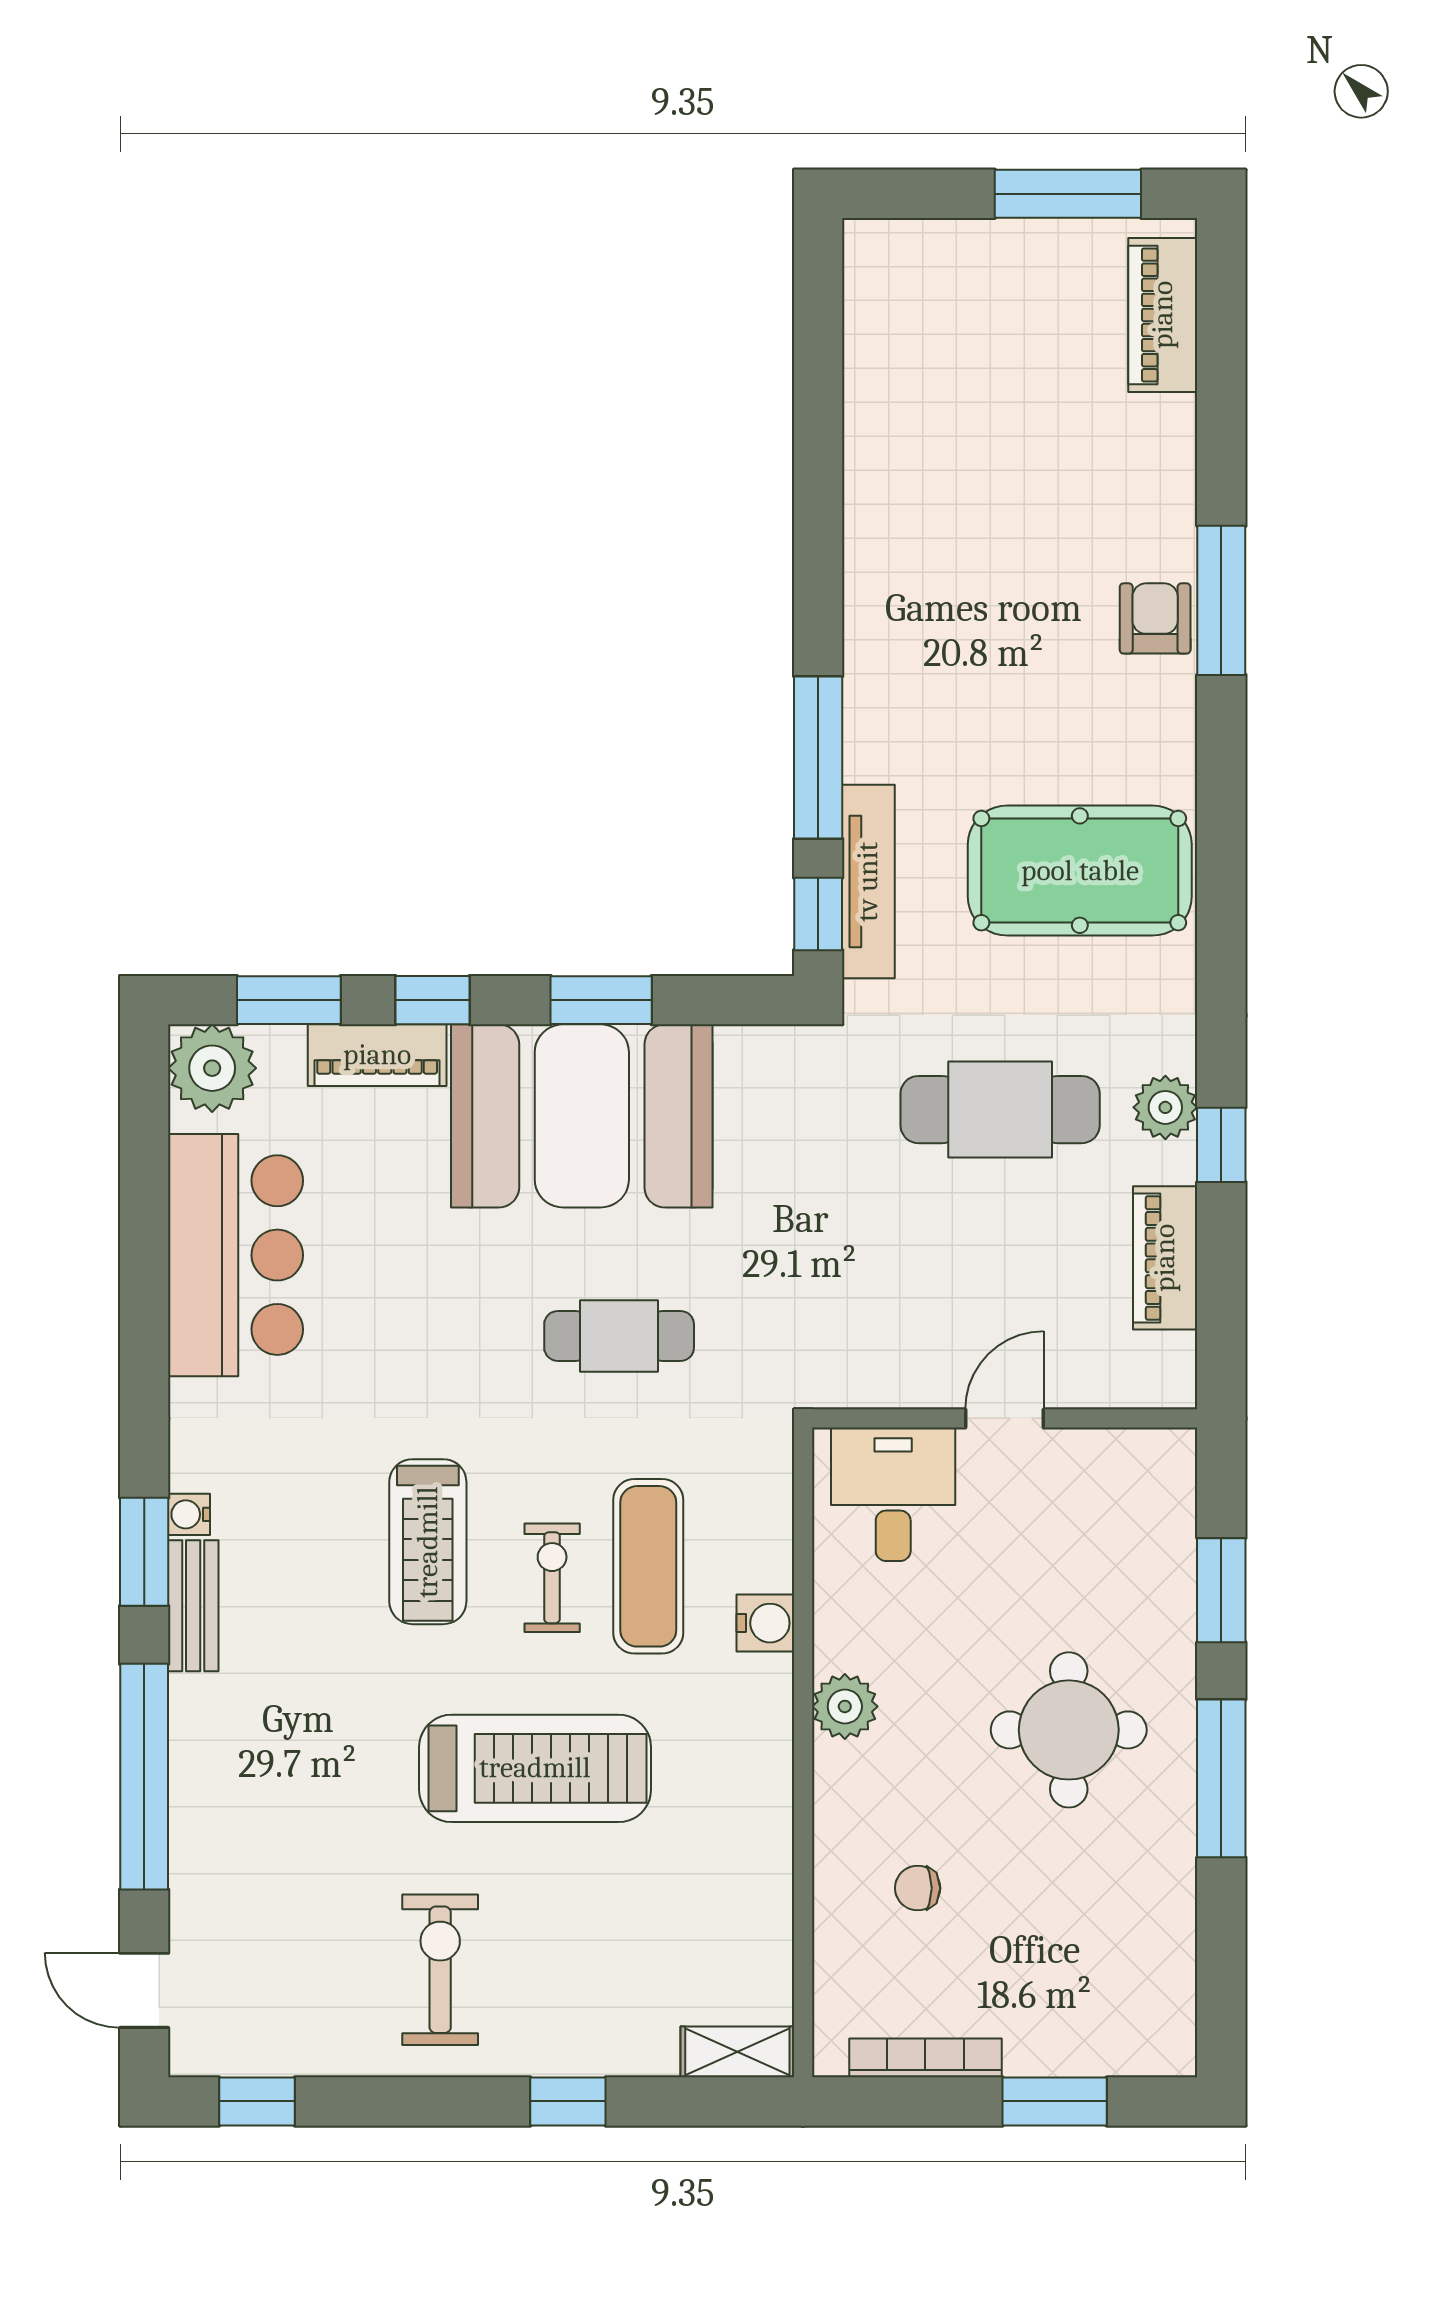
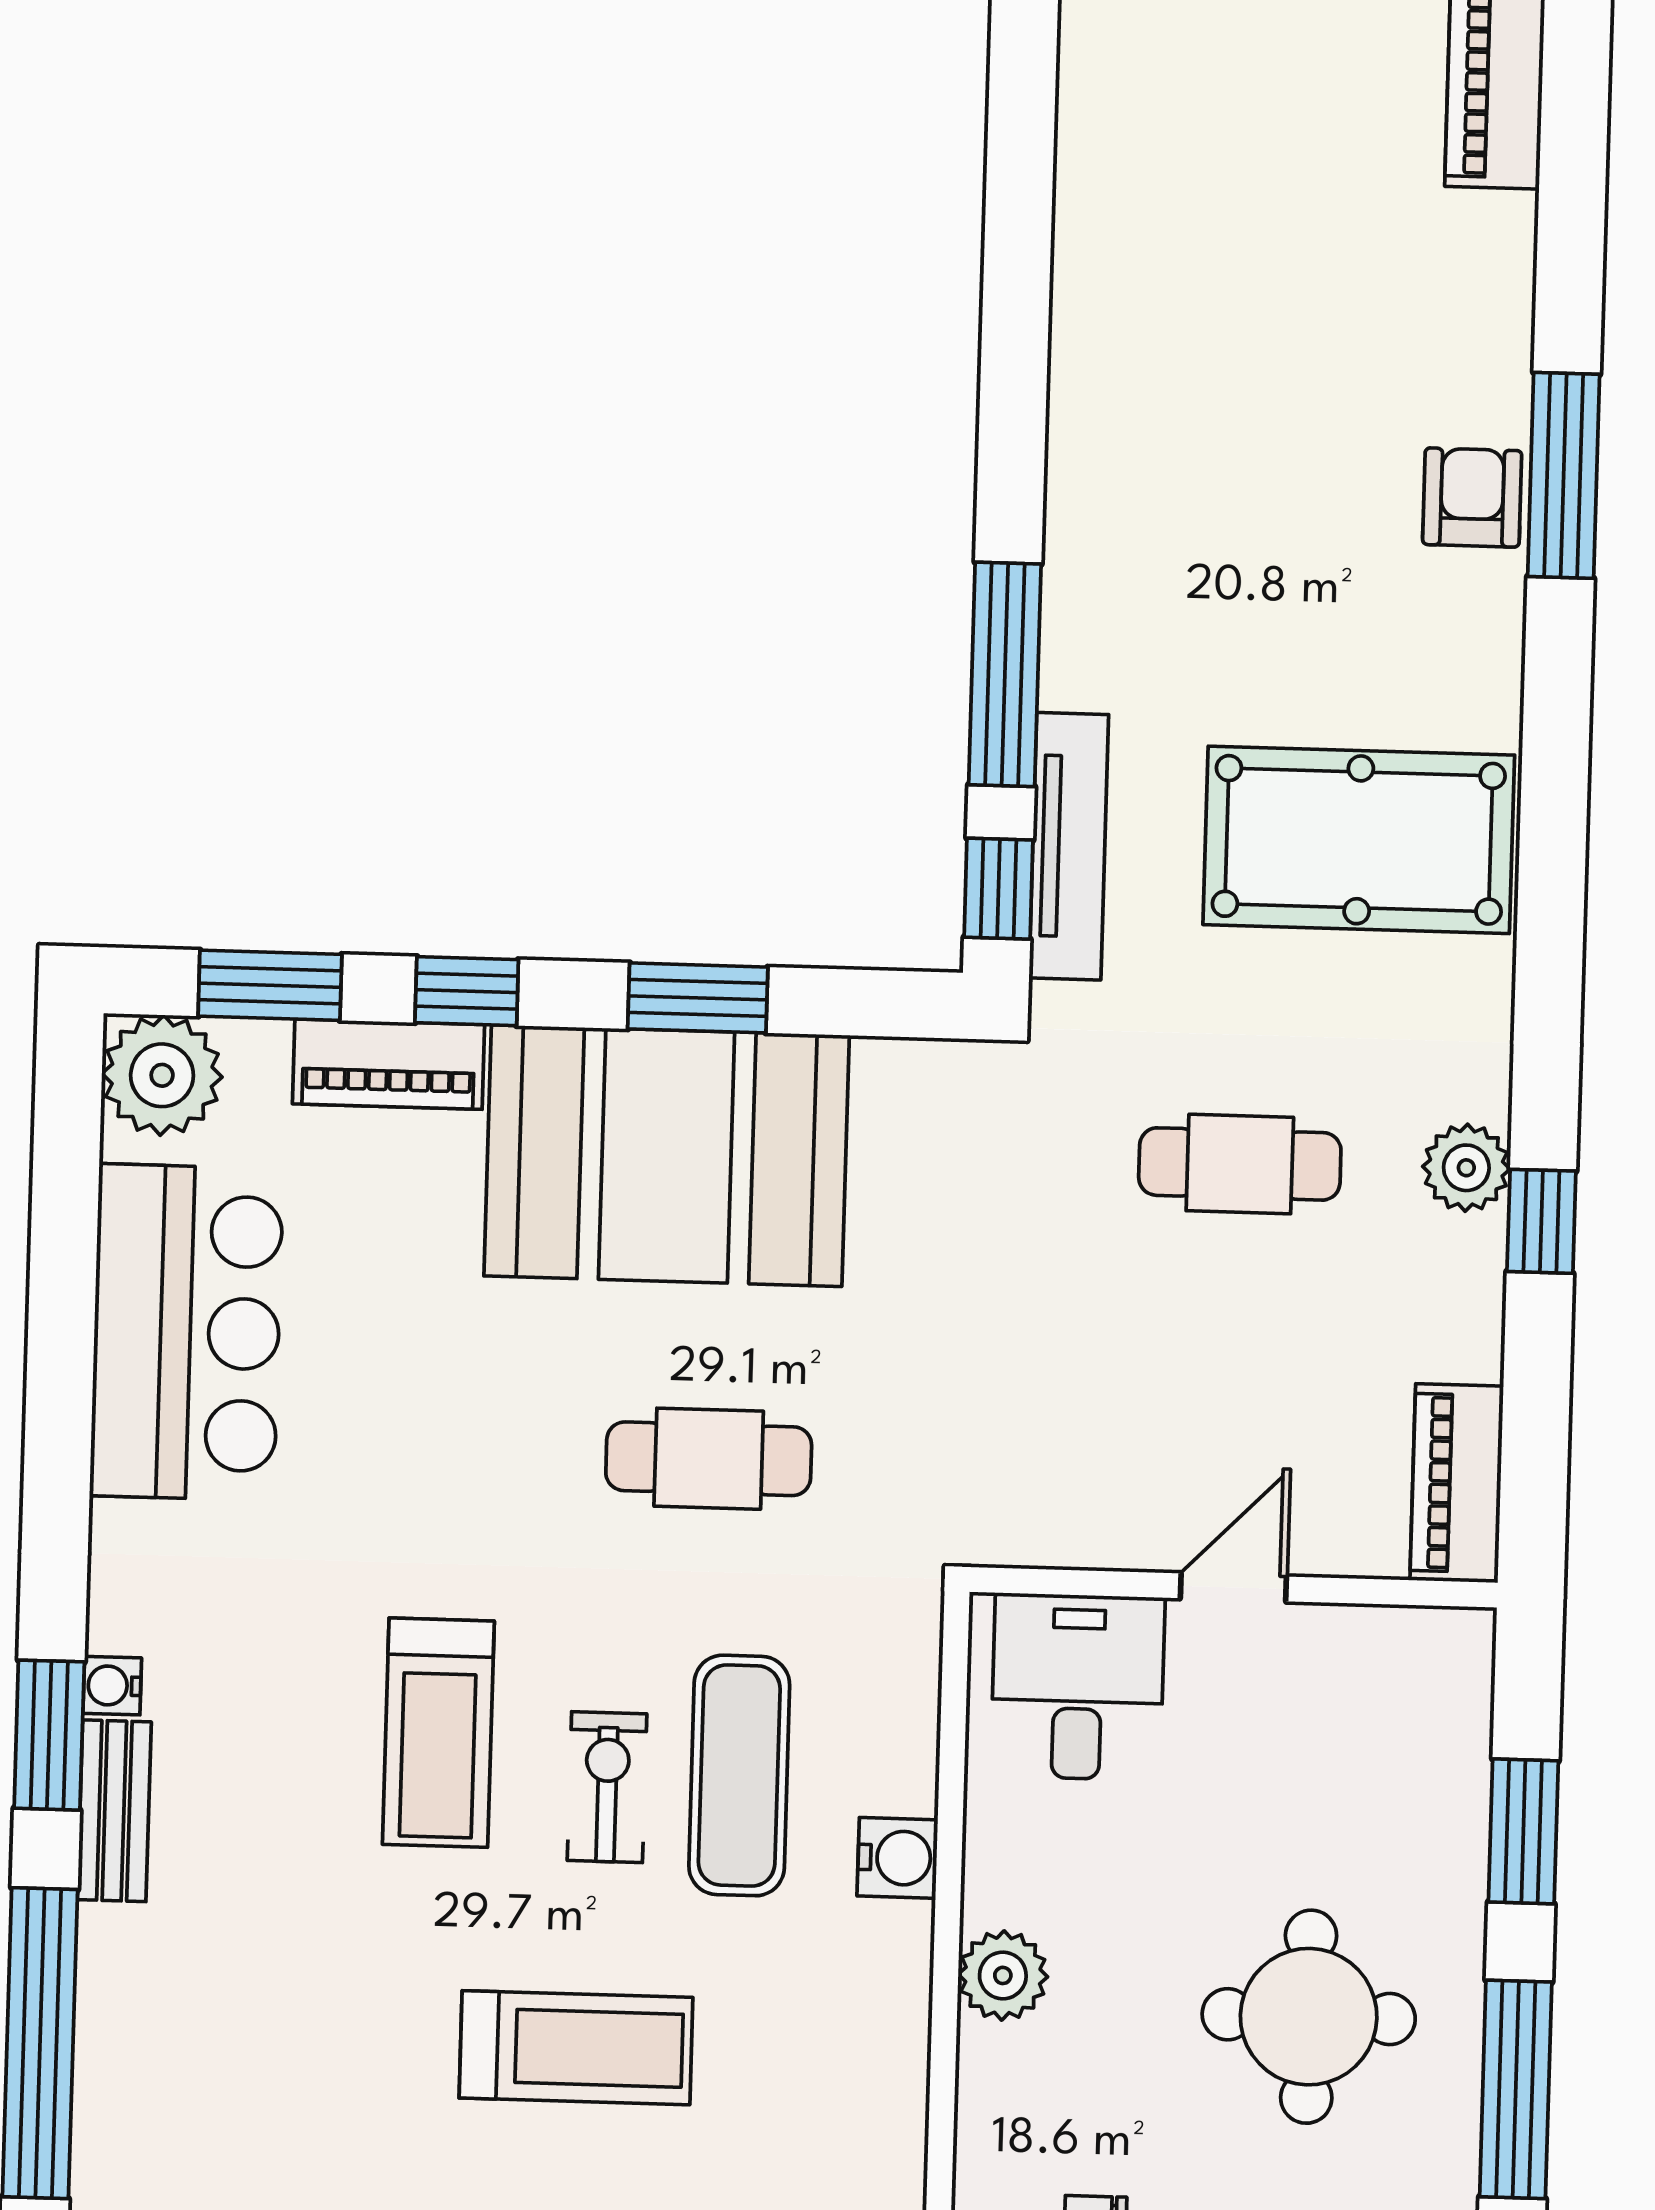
cafe table: (1000, 1110) -> (1240, 1164), width x0.73, depth x0.74
piano: (1165, 1258) -> (1457, 1483), moved
treadmill: (535, 1768) -> (576, 2048), width x0.73, depth x0.73

